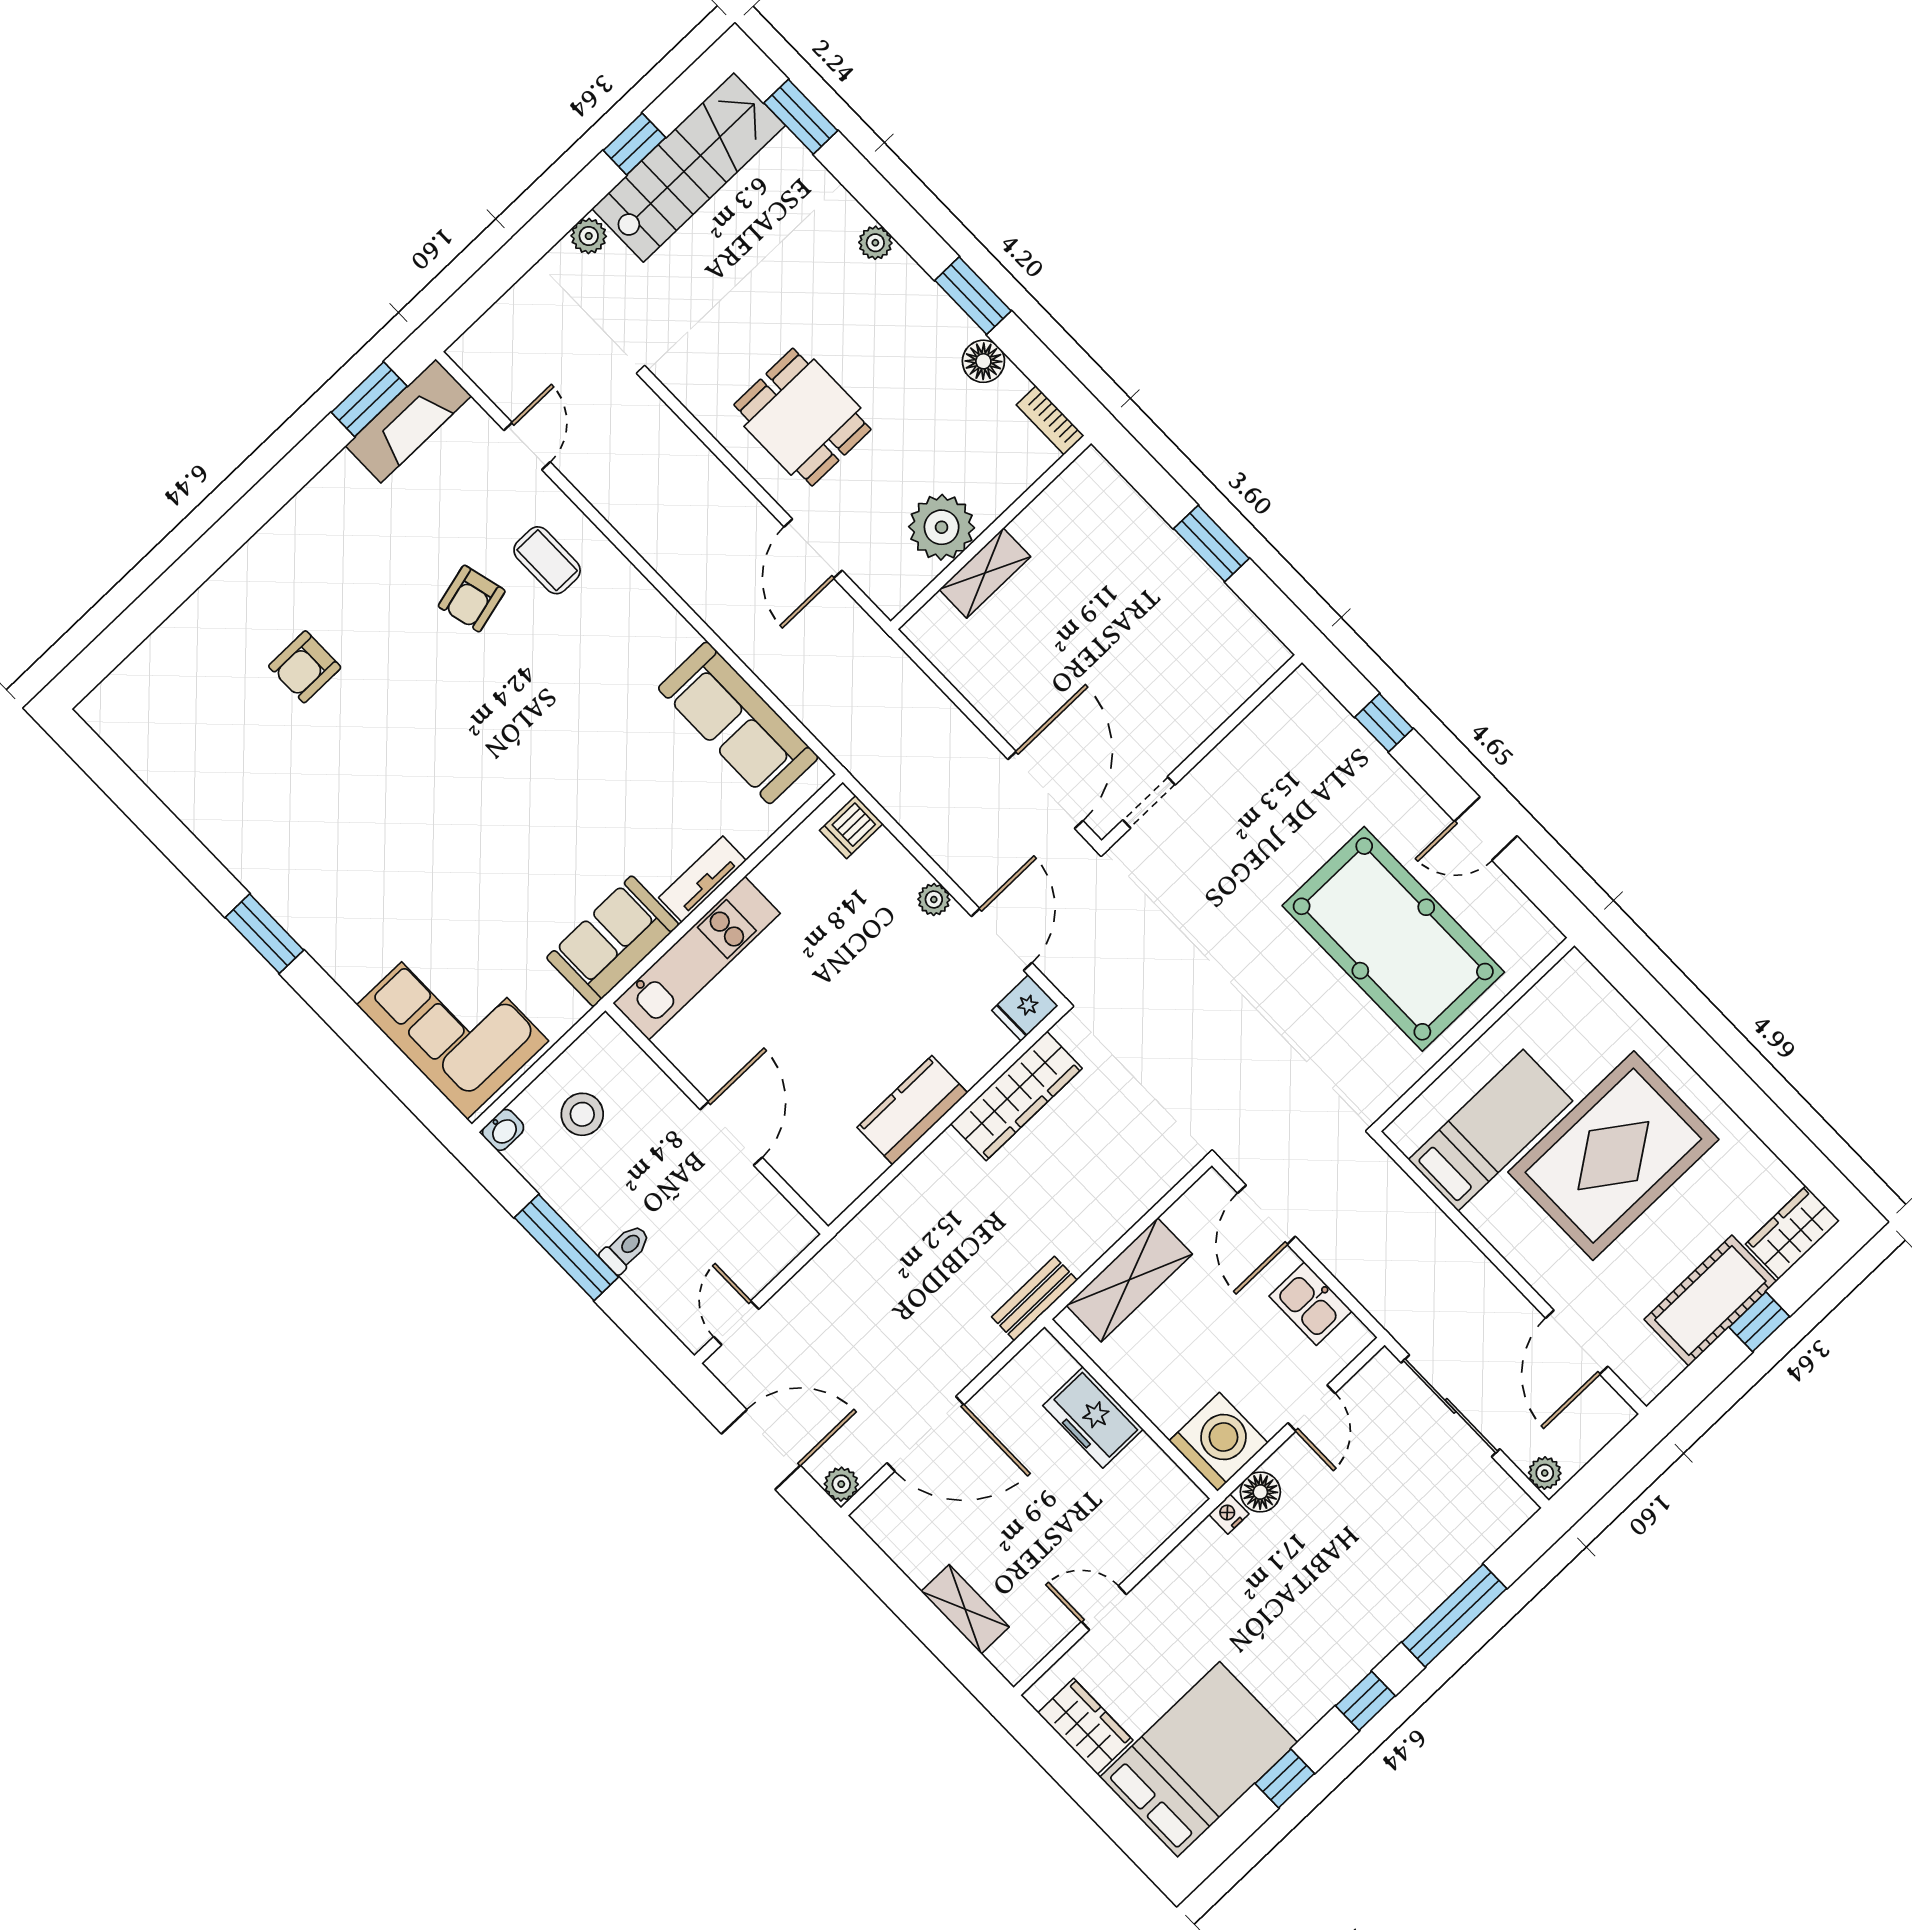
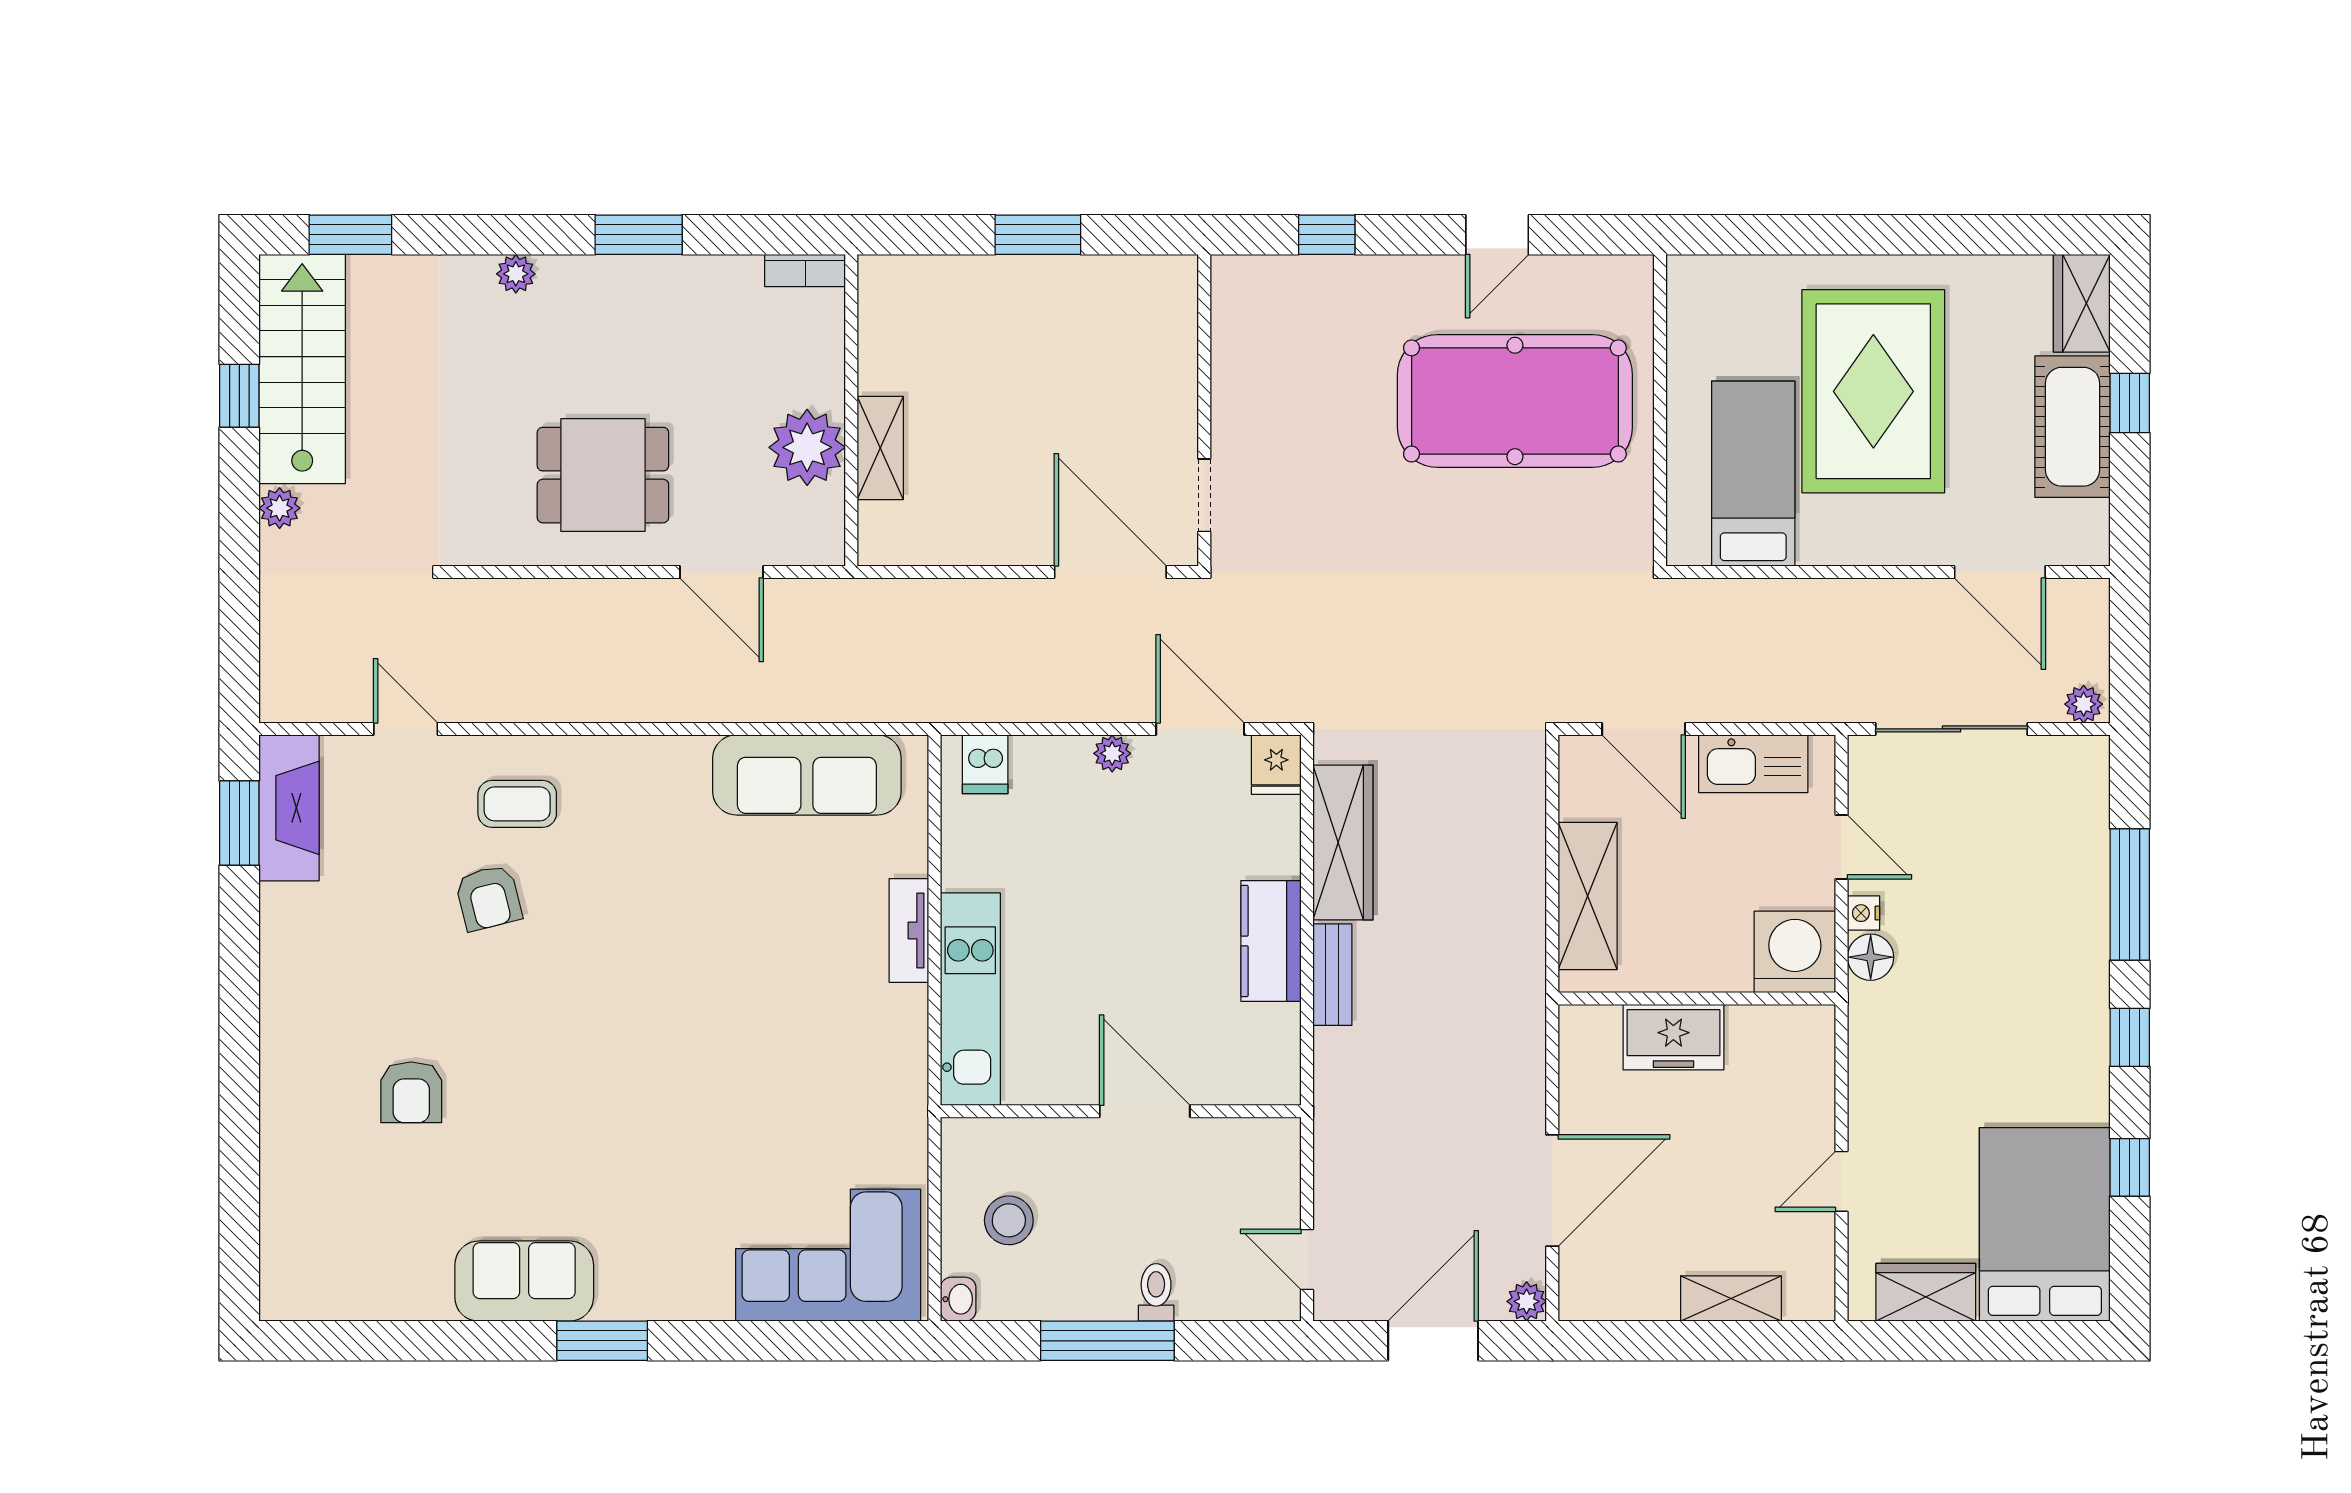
floor lamp: (983, 361) -> (702, 279), removed
sofa: (613, 941) -> (524, 1281), moved, turned 90
bench: (1035, 1299) -> (1332, 975), moved
kitchen sink: (1310, 1304) -> (1753, 764), width x1.38
nightstand: (1229, 1514) -> (1864, 913), moved

